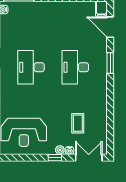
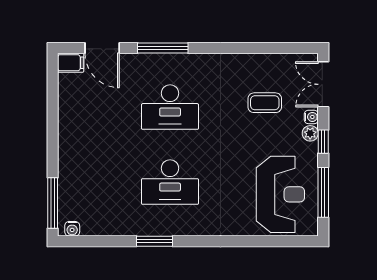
door: (110, 27) -> (102, 48), hinge flipped
window: (110, 63) -> (163, 48), width x1.44
window: (25, 158) -> (323, 192), added

